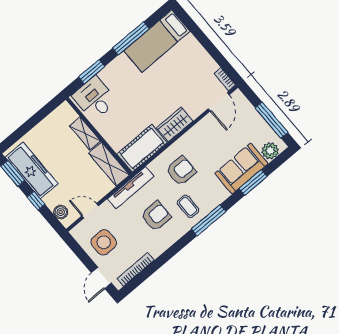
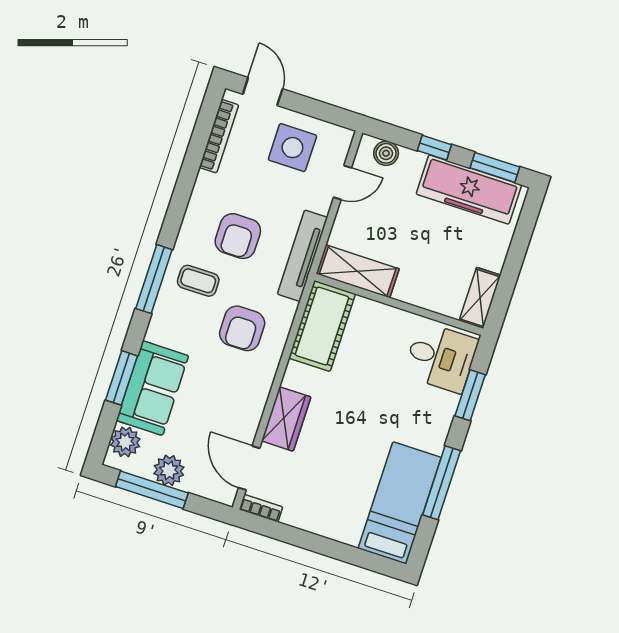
wardrobe: (175, 124) -> (286, 419), moved
plant: (258, 124) -> (169, 470), added
shelving: (85, 133) -> (480, 298), moved, turned 90

